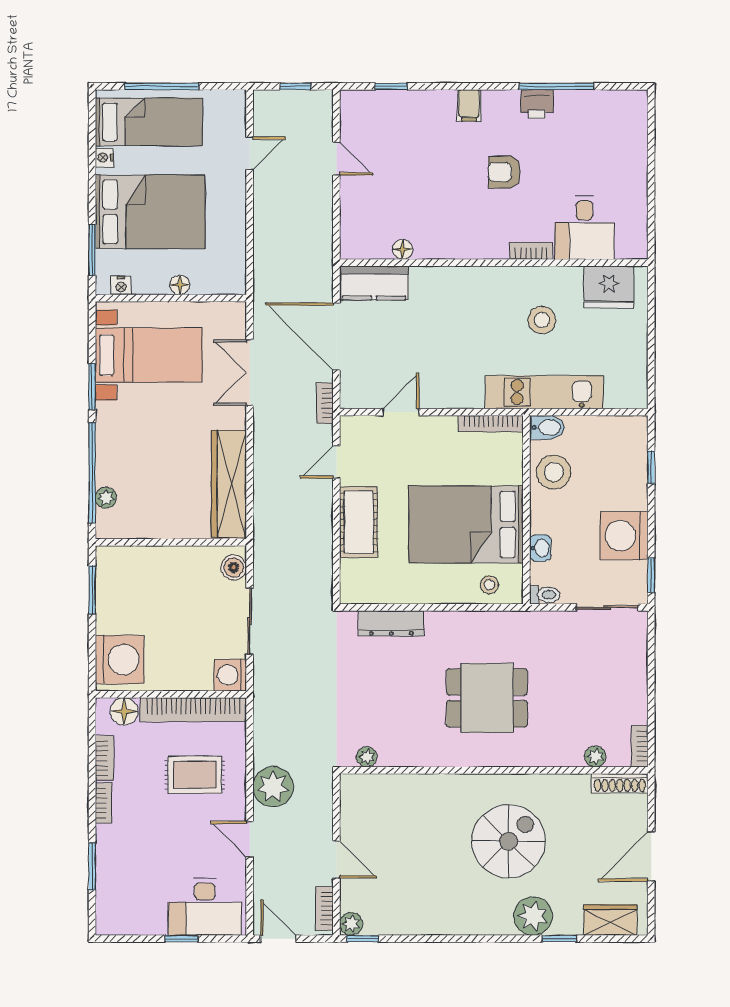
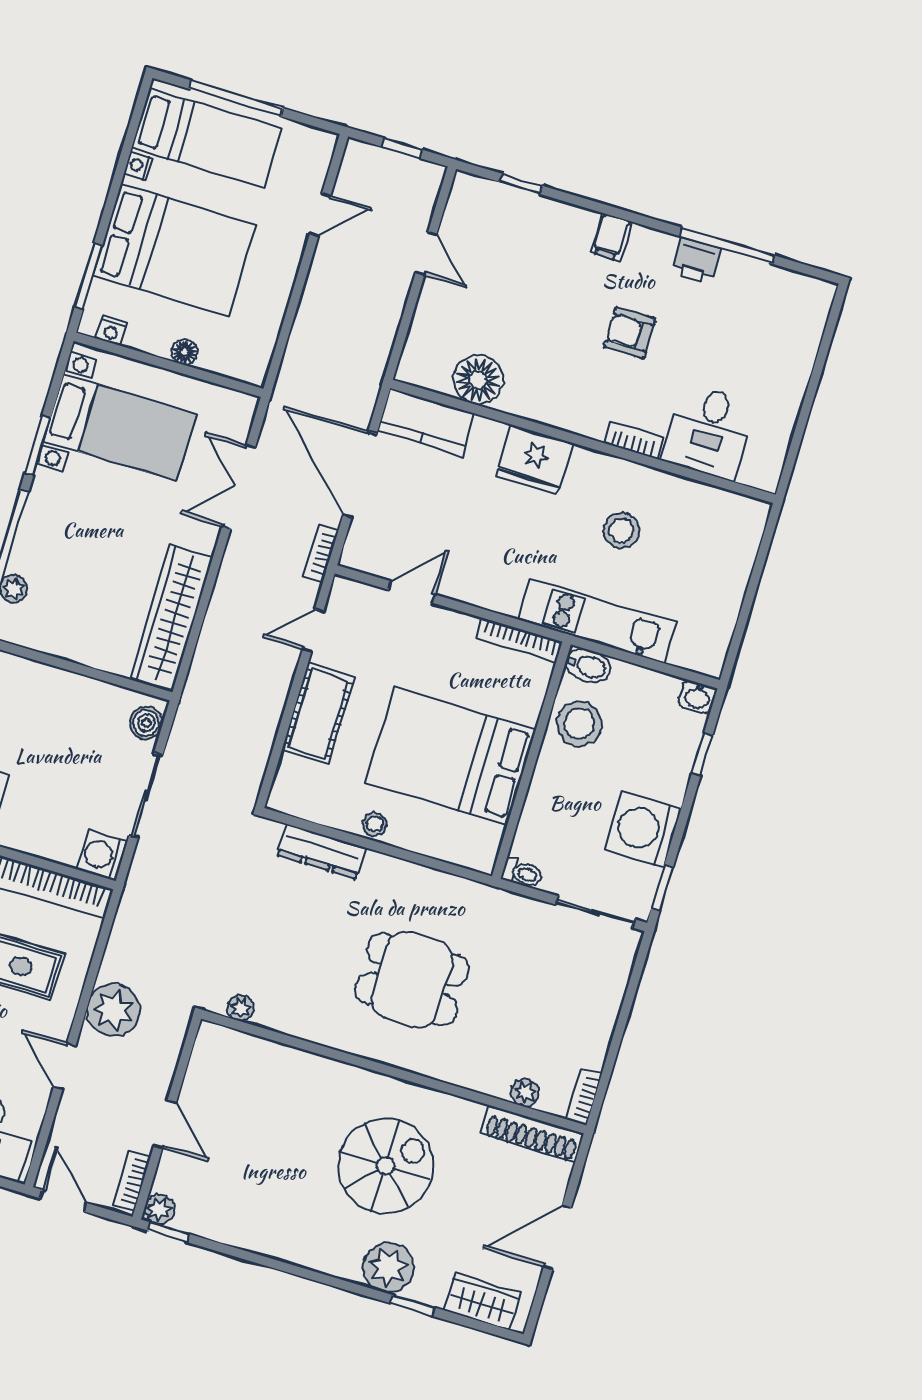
floor lamp: (403, 249) -> (478, 380), width x1.89, depth x1.89
fridge: (609, 287) -> (534, 460), moved
washbasin: (540, 548) -> (697, 697), moved, turned 90
stool: (489, 585) -> (375, 824), moved
shoe rack: (620, 783) -> (532, 1134), width x1.36, depth x1.24

